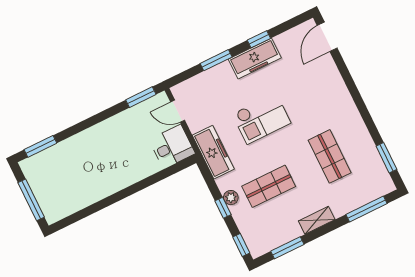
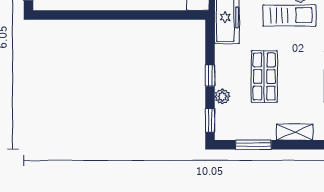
shop shelf: (269, 186) -> (264, 77), turned 90
plant: (231, 198) -> (222, 96), moved

